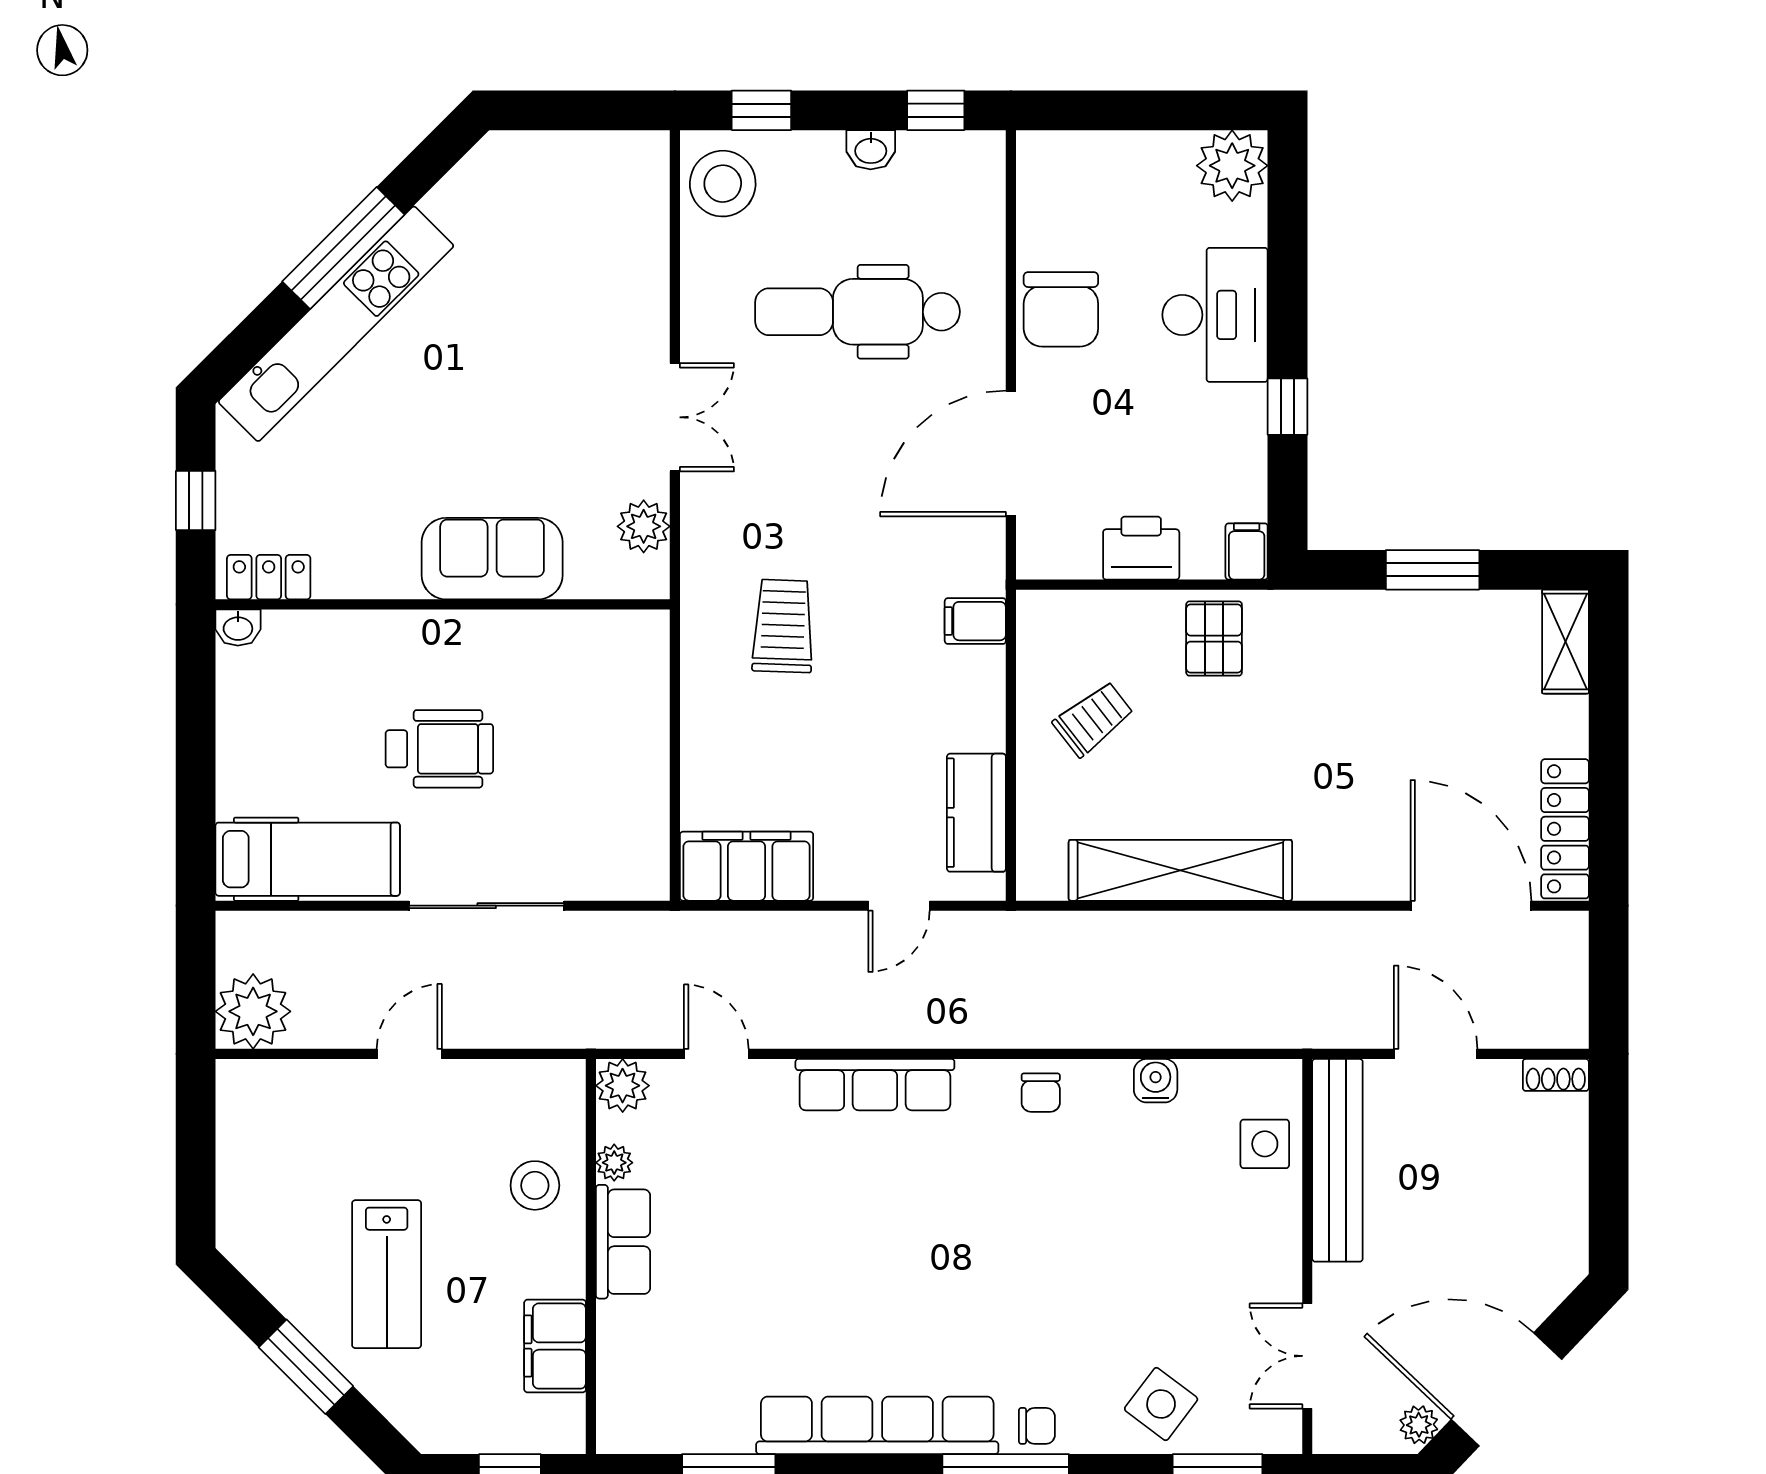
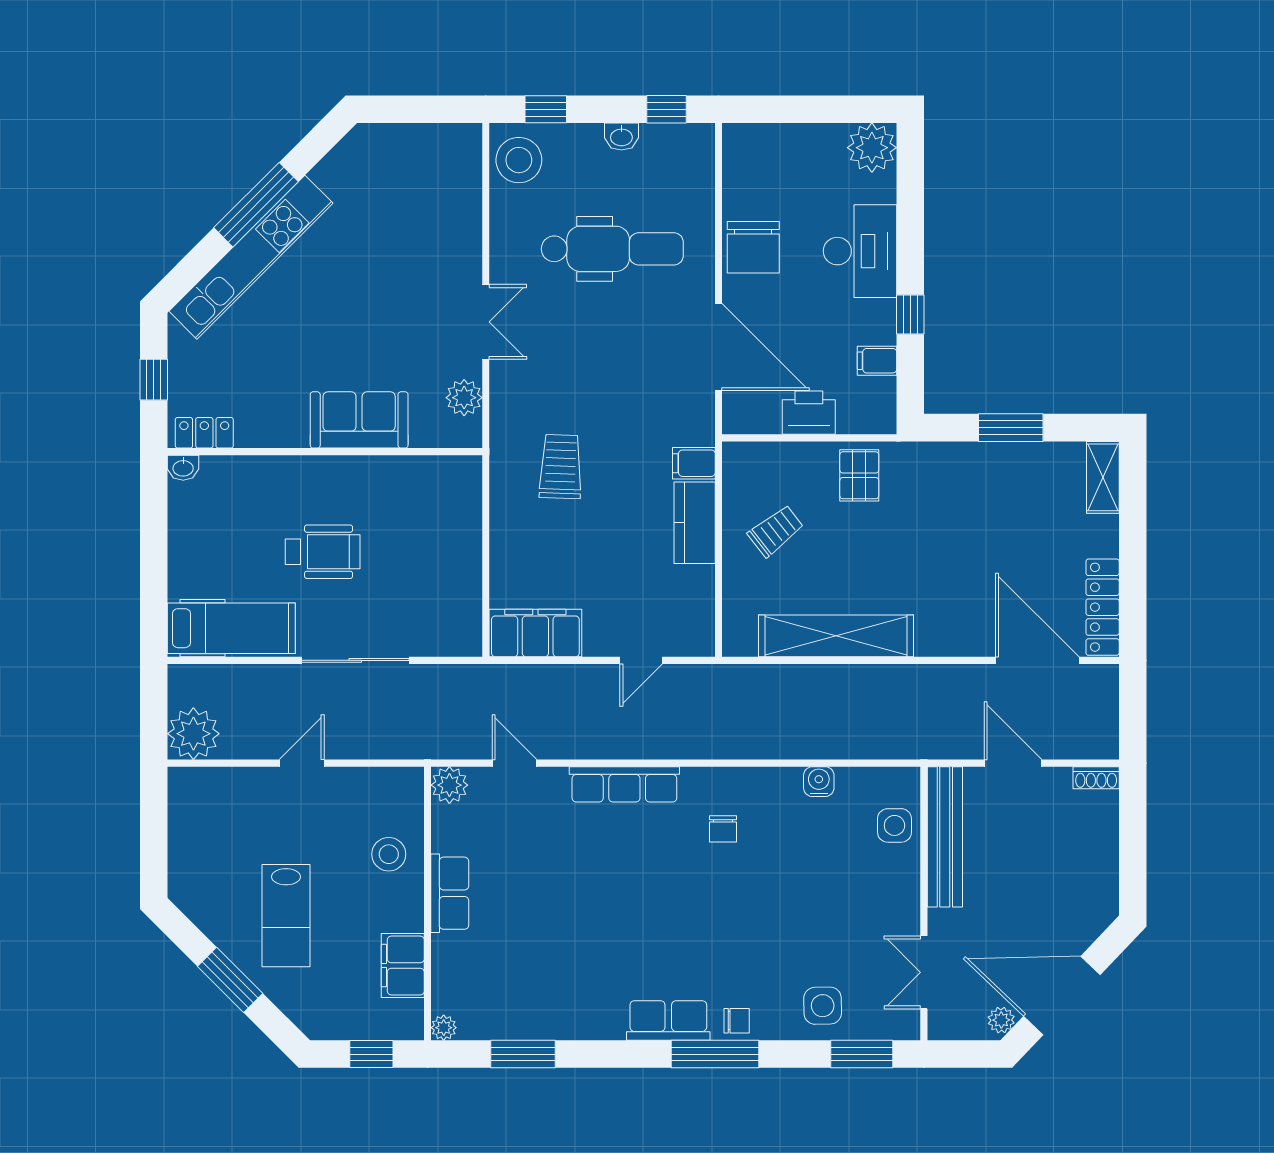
dental chair: (858, 312) -> (612, 249), turned 180
door: (1011, 453) -> (719, 347), swing flipped
filing cabinet: (1247, 551) -> (877, 361), moved, turned -90
kitchen counter: (976, 813) -> (695, 523), moved
chair: (1041, 1093) -> (723, 829), moved
plant: (614, 1163) -> (444, 1028), moved
side table: (1161, 1404) -> (823, 1006), turned -38
row of seats: (877, 1425) -> (668, 1020), width x0.50

